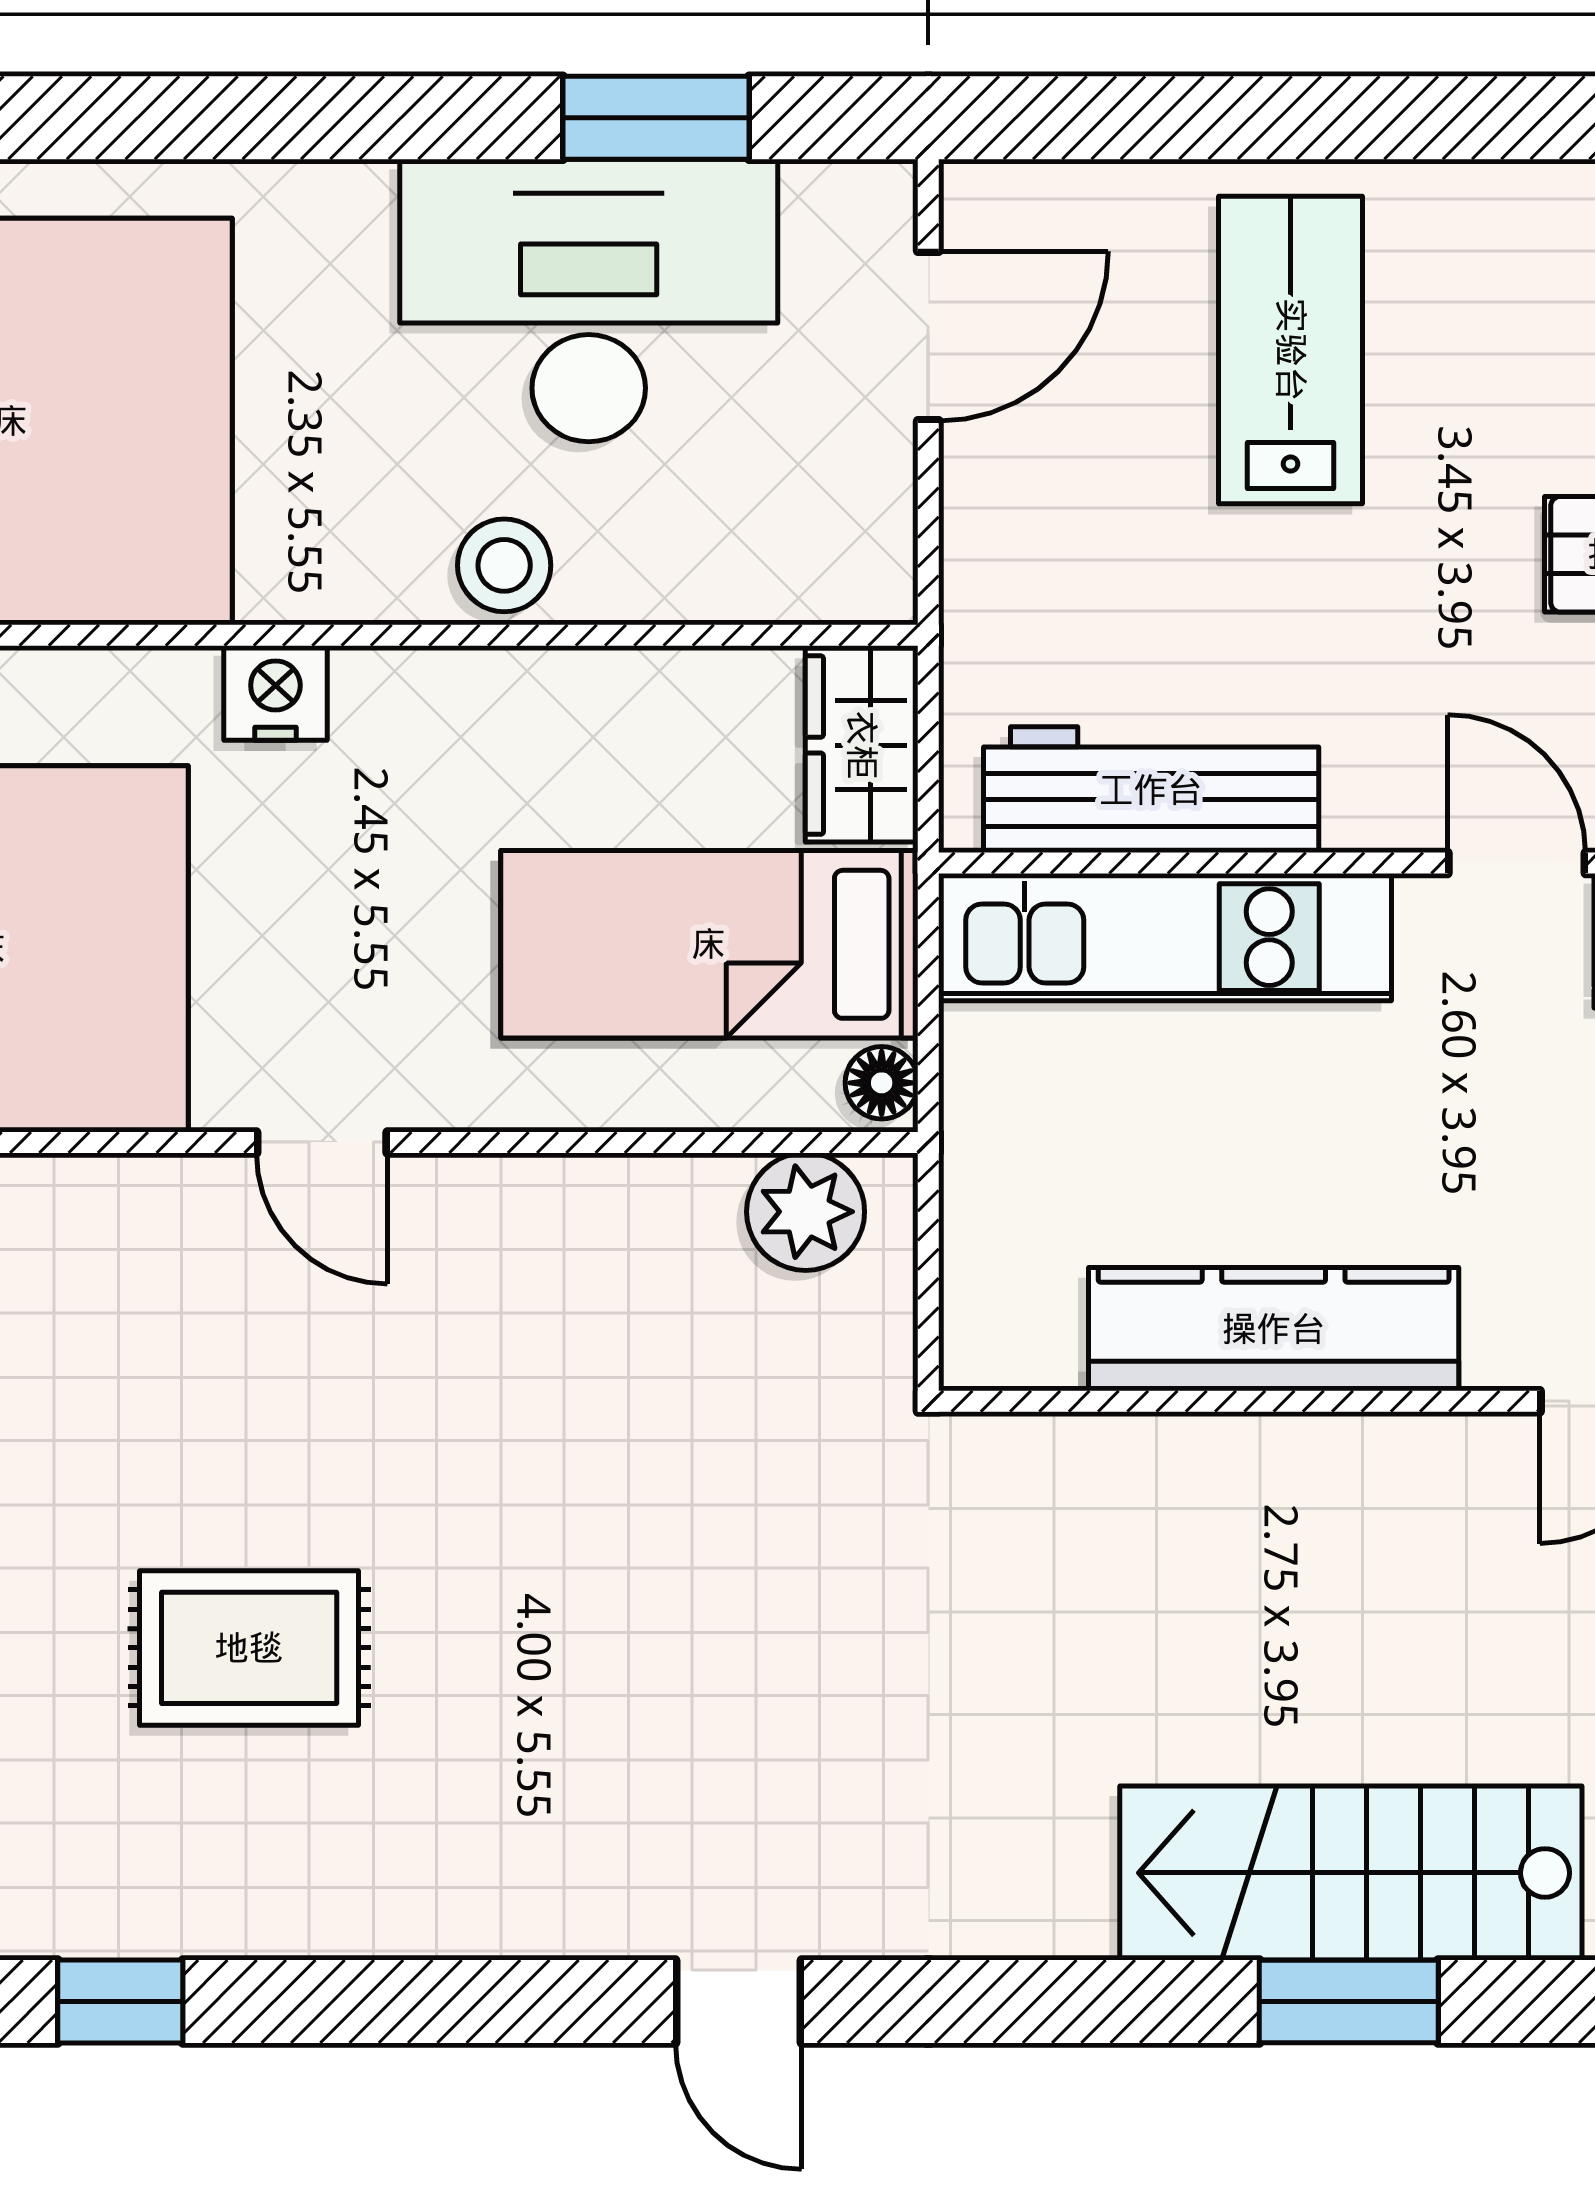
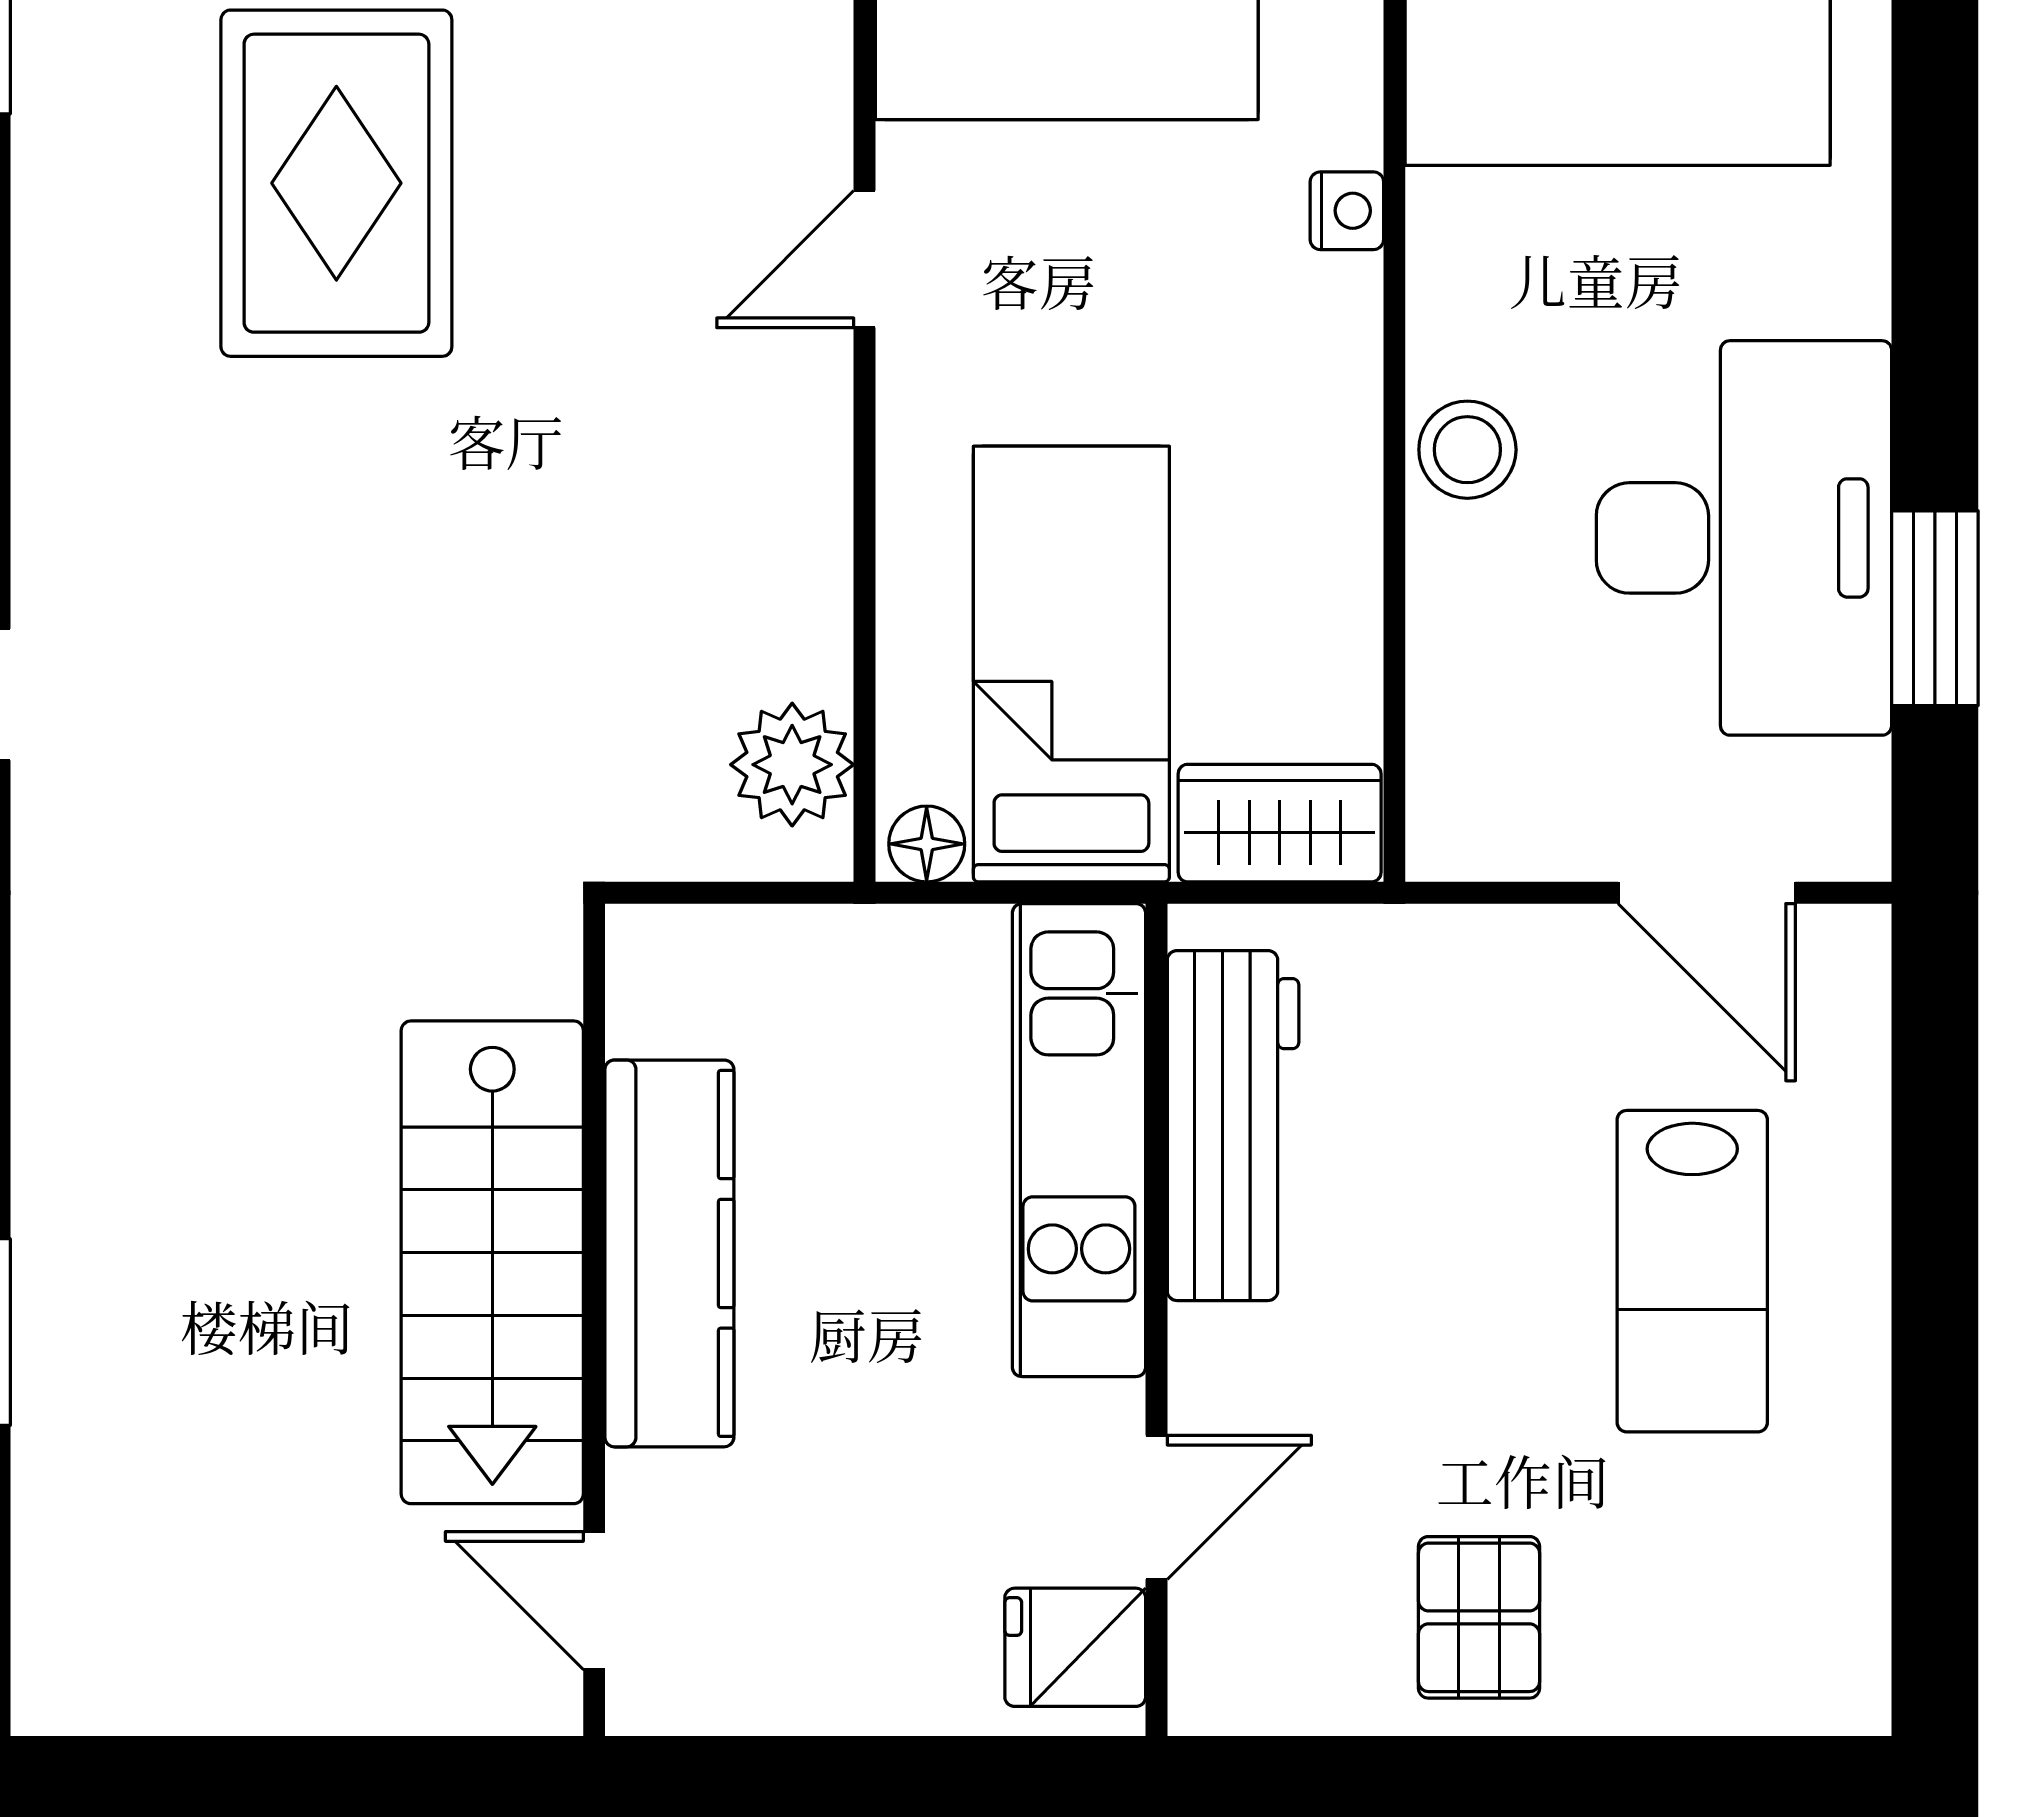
lab bench: (1291, 350) -> (1692, 1271), turned 90
nightstand: (275, 693) -> (1347, 211), width x0.72, depth x0.74
rug: (249, 1648) -> (336, 183), width x1.36, depth x1.43
stairs: (1351, 1873) -> (492, 1262), moved, turned 180

